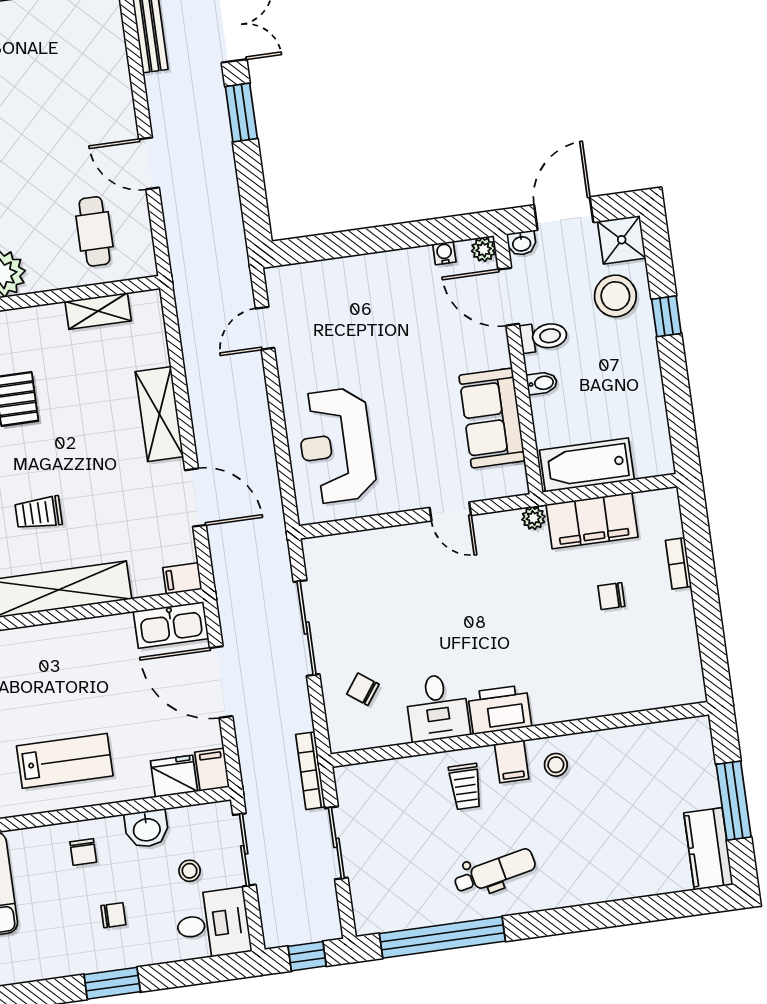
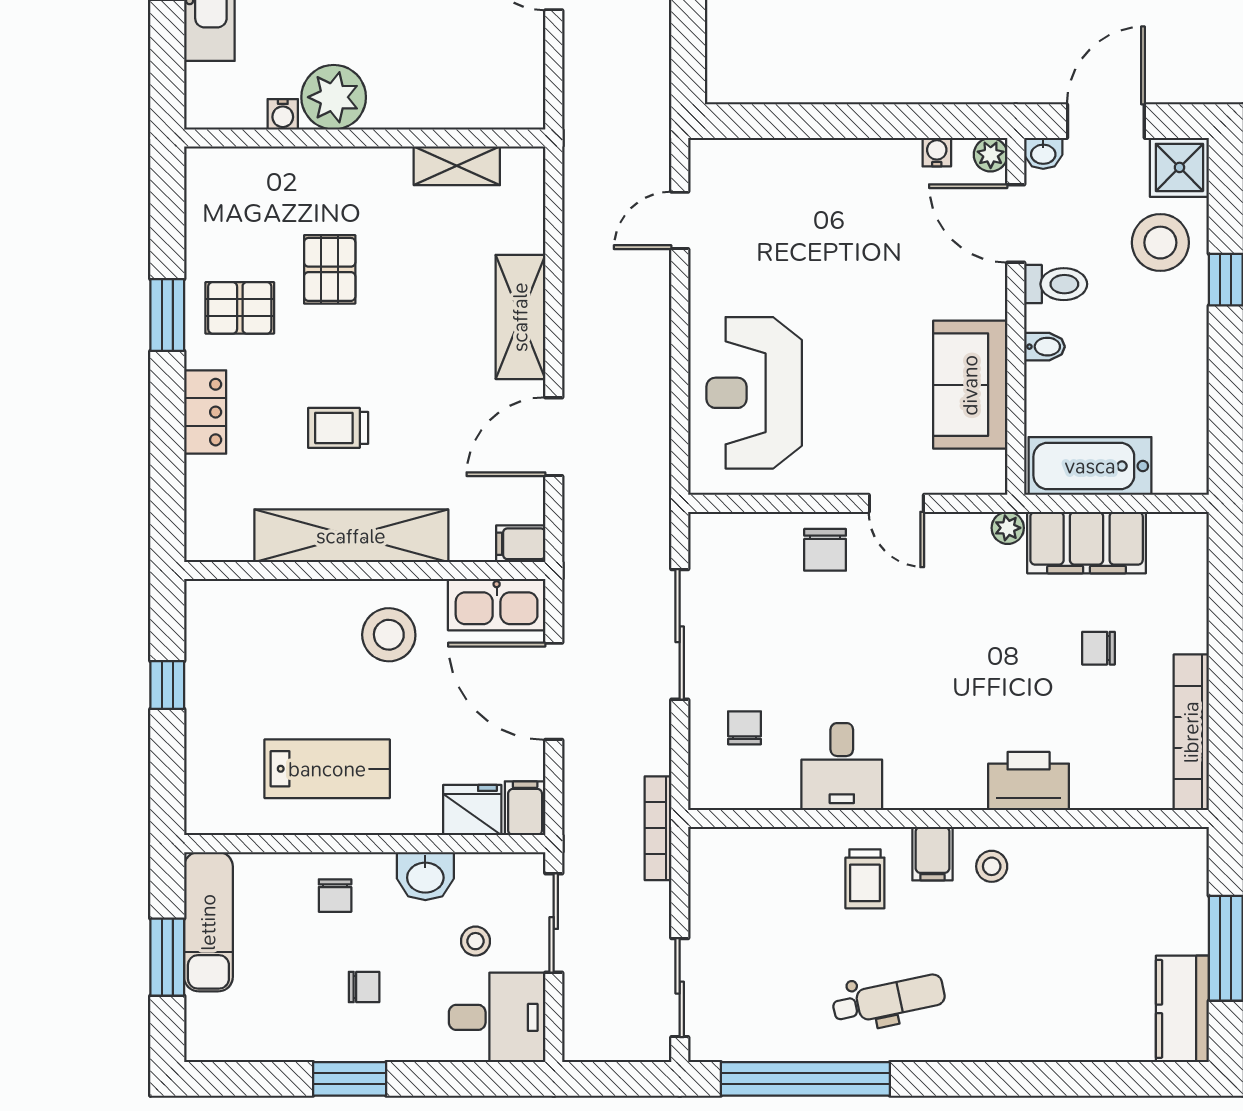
cafe table: (94, 231) -> (467, 57), removed
door: (195, 498) -> (554, 437), swing flipped
chair: (403, 552) -> (825, 550), added
bookcase: (678, 563) -> (1191, 732), moved, width x2.31, depth x1.31
stool: (96, 658) -> (389, 635), added
chair: (363, 689) -> (744, 728), turned 54
printer: (500, 710) -> (1029, 781), moved
sliding door: (336, 843) -> (680, 988), moved
window: (307, 956) -> (619, 1079), removed

